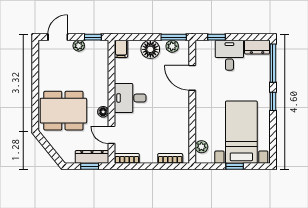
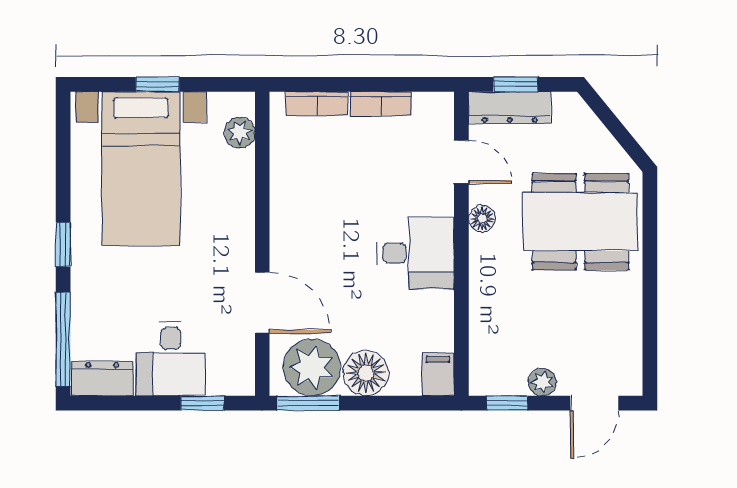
plant: (172, 46) -> (312, 367), width x1.88, depth x1.88
bookcase: (127, 158) -> (381, 104), moved

